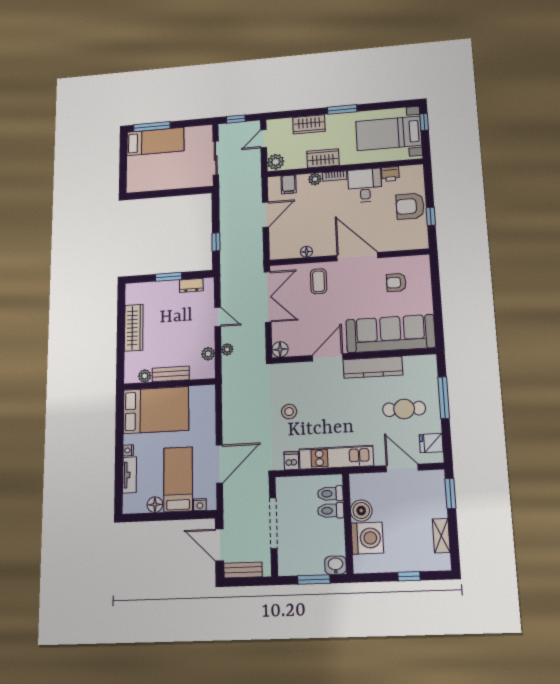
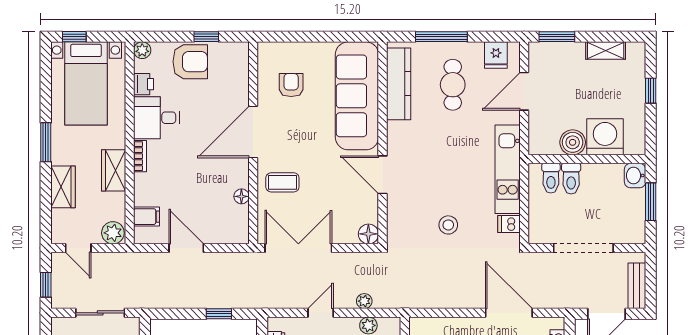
plant: (315, 179) -> (142, 50), moved
armchair: (410, 206) -> (190, 62), turned -90
armchair: (396, 283) -> (291, 85), turned 180
kitchen counter: (373, 367) -> (399, 84), moved

